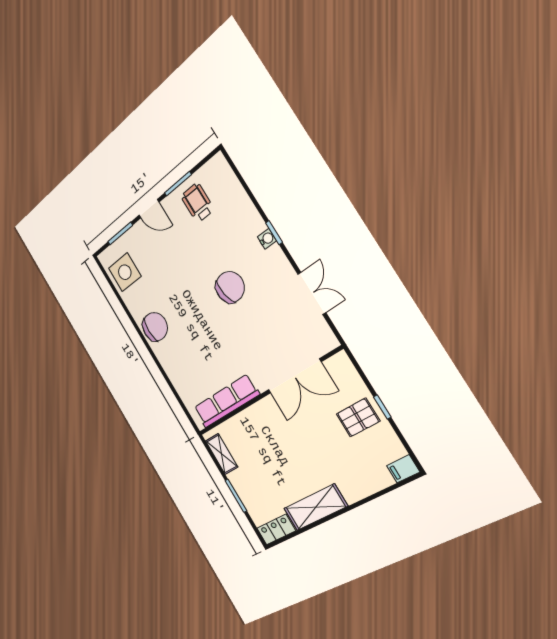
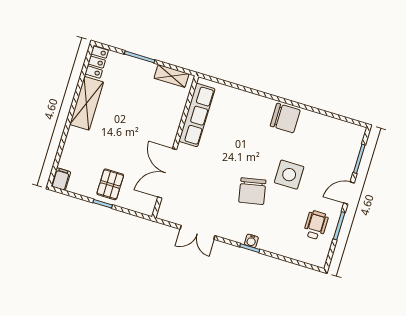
wheelchair: (197, 203) -> (316, 225), turned -90
side table: (125, 272) -> (289, 175), moved
chair: (155, 327) -> (285, 118), turned -90

